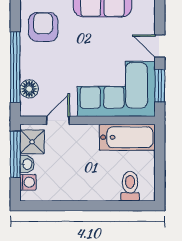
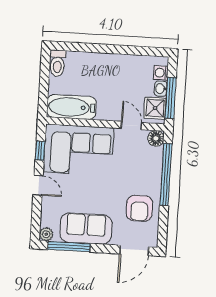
window: (160, 86) -> (40, 151), width x0.67
floor lamp: (29, 89) -> (156, 138), moved
door: (58, 120) -> (131, 126), swing flipped
toilet: (130, 186) -> (57, 63), moved

